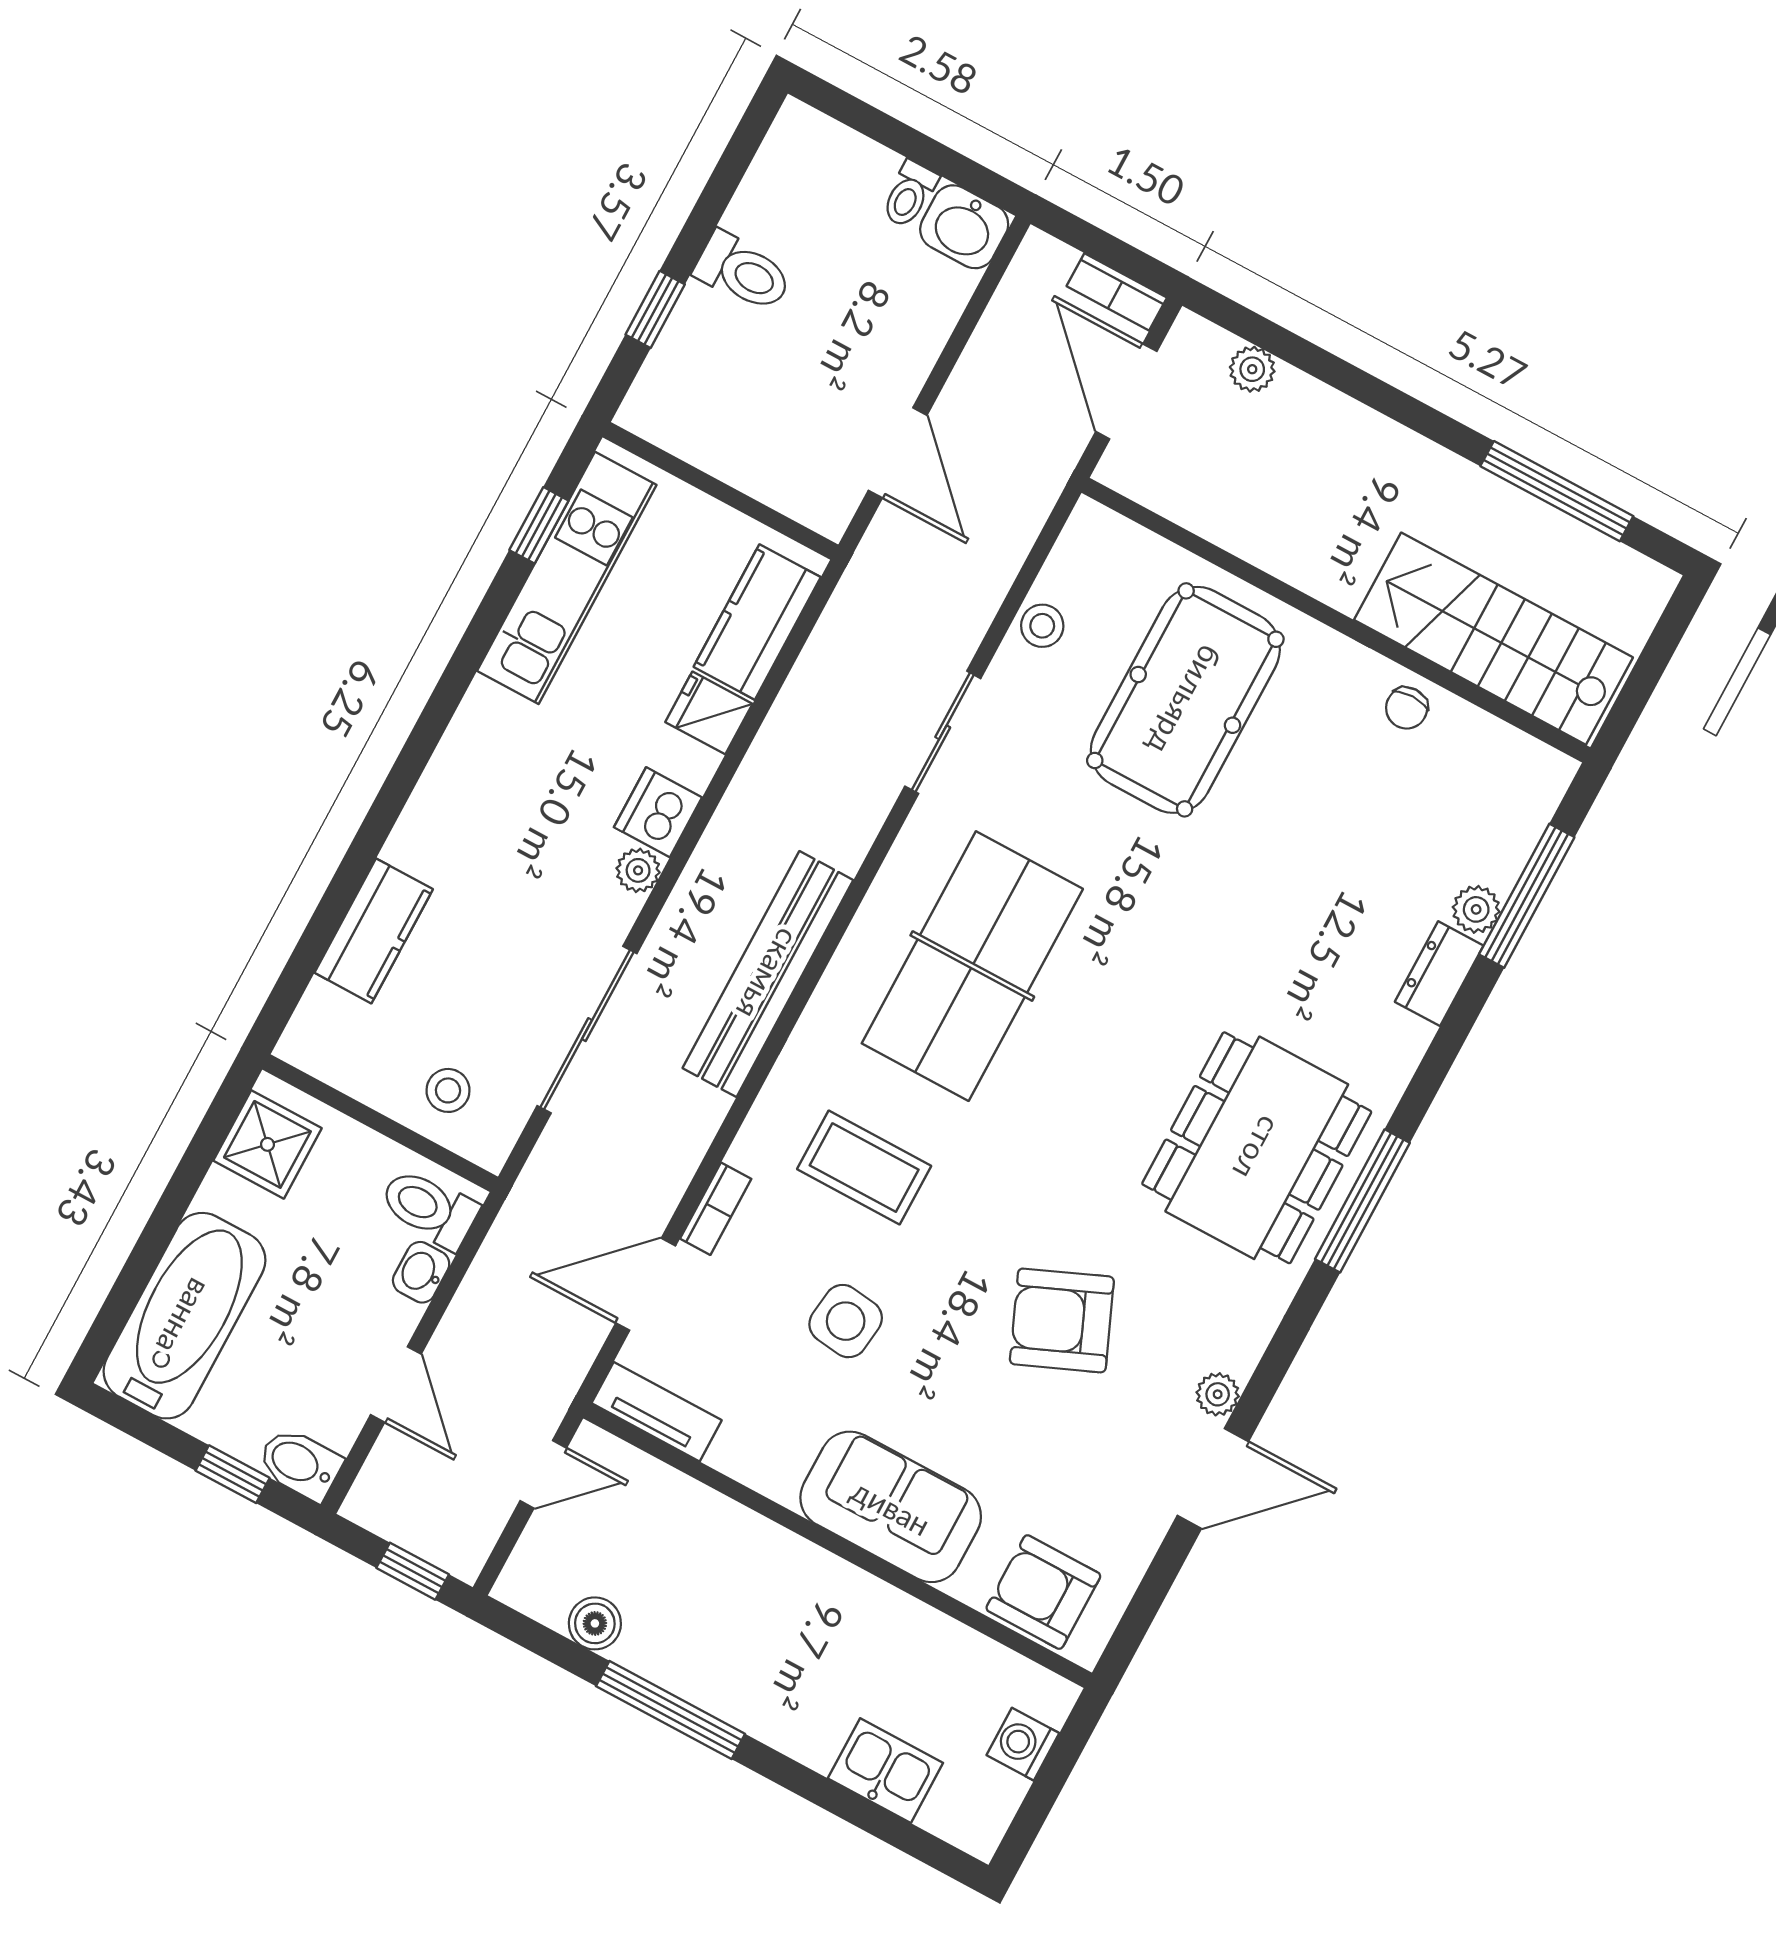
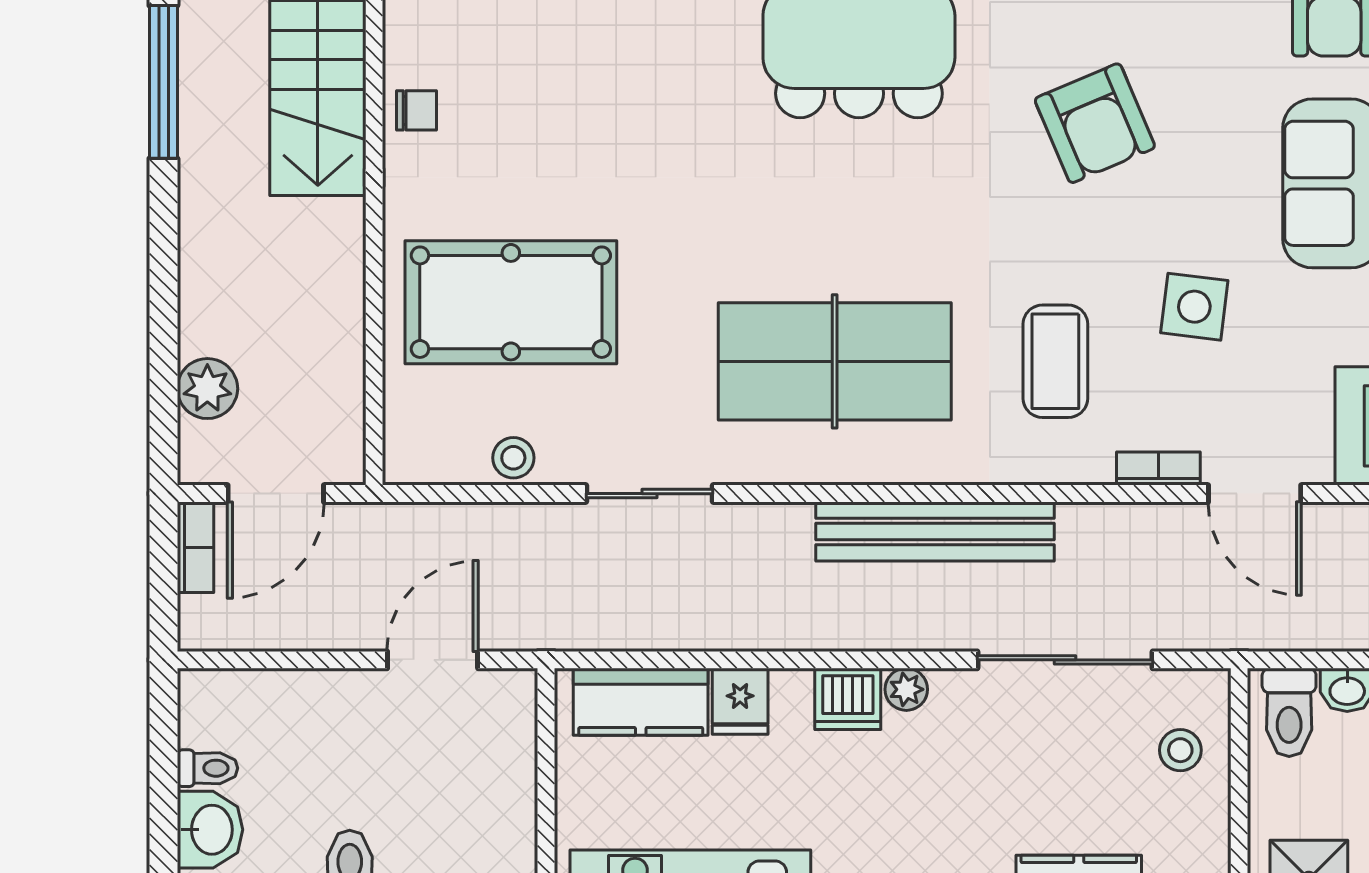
washbasin: (964, 227) -> (210, 830), moved
plant: (1252, 369) -> (207, 389), width x1.38, depth x1.38

